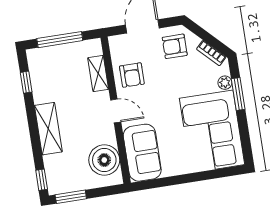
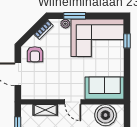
armchair: (132, 75) -> (50, 87), removed
door: (116, 111) -> (73, 102), swing flipped
window: (214, 174) -> (127, 41), added

